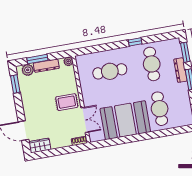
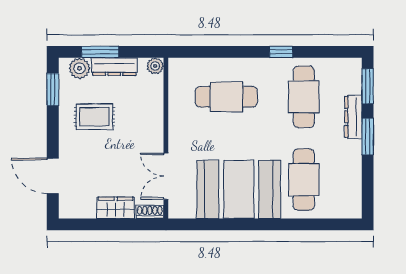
rug: (67, 102) -> (94, 117), moved
double door: (85, 120) -> (166, 176), swing flipped
wardrobe: (40, 146) -> (116, 208), moved

